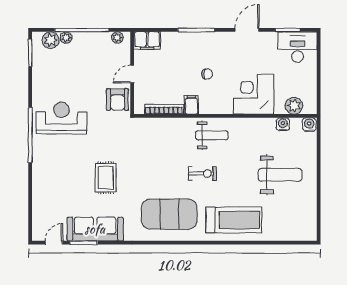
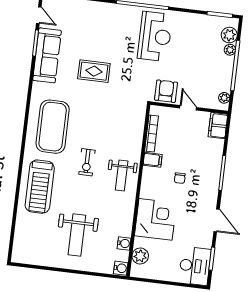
armchair: (118, 99) -> (166, 91), turned 90

